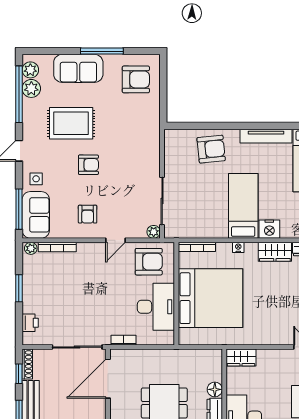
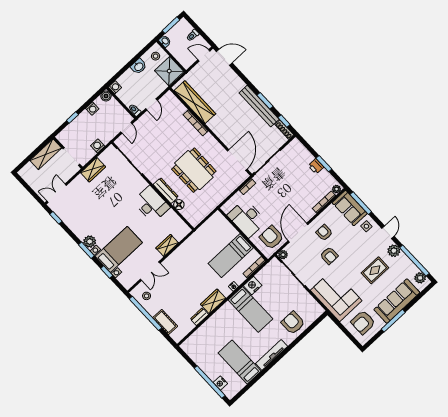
sofa: (78, 68) -> (397, 301), width x1.36
plant: (31, 88) -> (394, 251), moved
rug: (71, 123) -> (375, 270), width x0.73, depth x0.70
corner sofa: (138, 135) -> (336, 296), added
armchair: (211, 149) -> (293, 323), turned 96
armchair: (88, 165) -> (329, 256), moved, turned -90
nightstand: (269, 229) -> (253, 286), moved
door: (116, 240) -> (298, 233), width x1.88
armchair: (149, 262) -> (271, 237), turned 90
bed: (210, 298) -> (231, 256), width x0.49
printer: (30, 323) -> (316, 166), moved
wardrobe: (241, 358) -> (167, 245), moved

